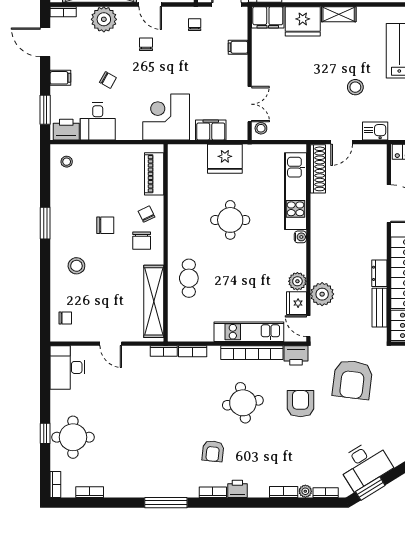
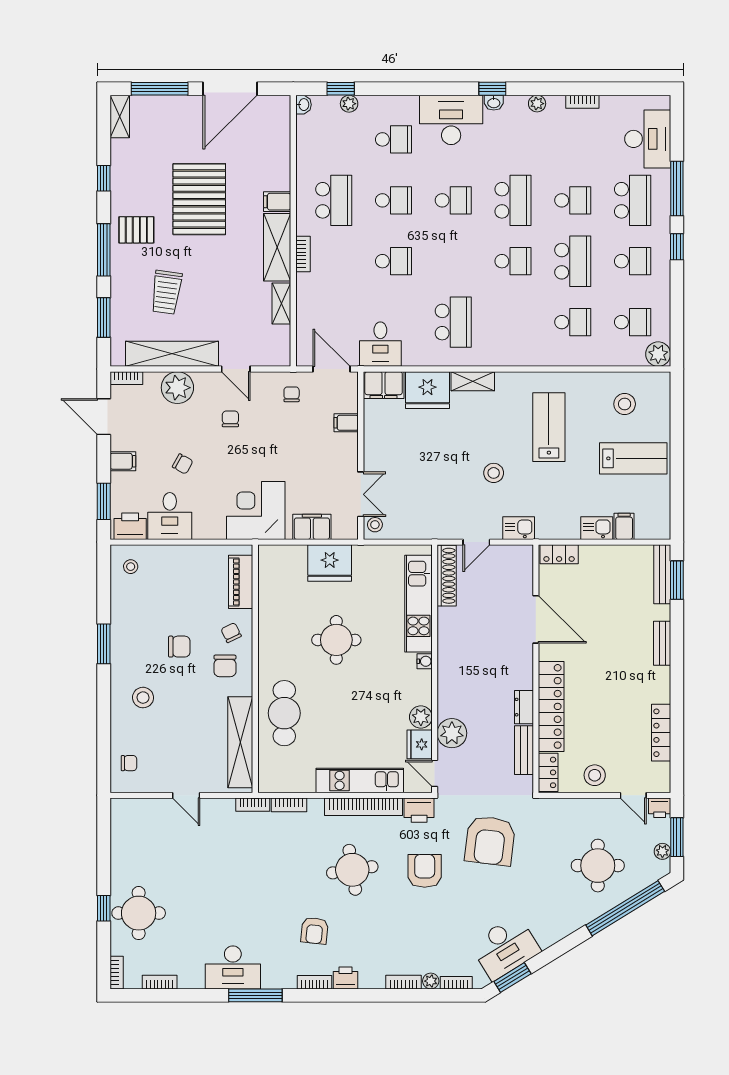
cafe table: (189, 278) -> (284, 713), width x1.37, depth x1.35
desk: (67, 367) -> (233, 967), moved, turned -90

